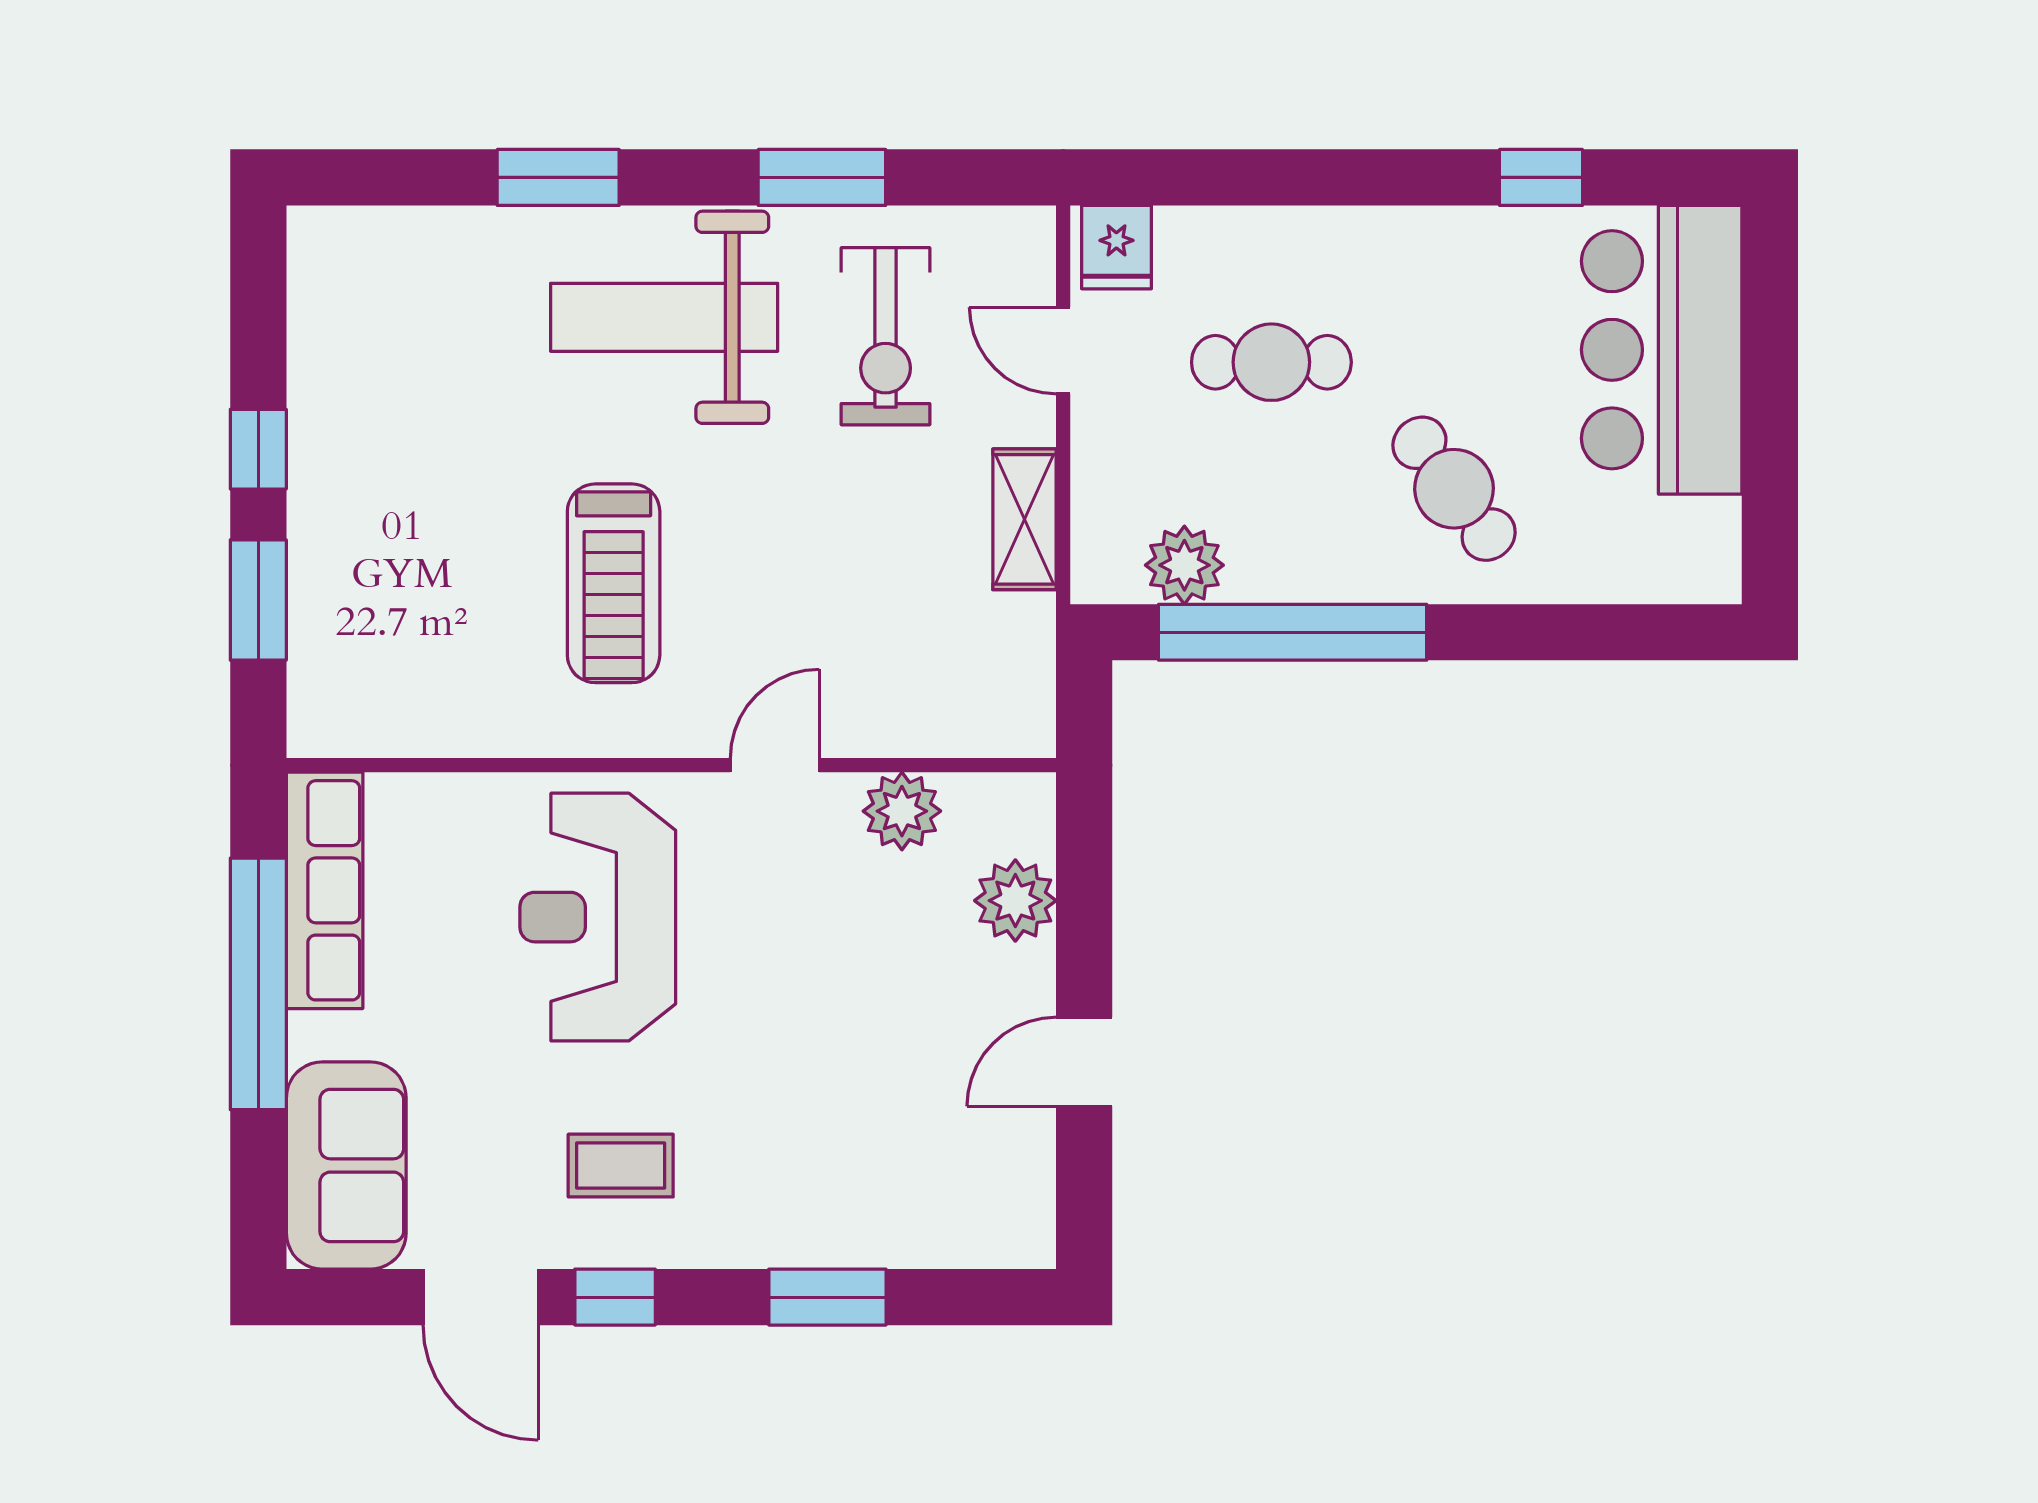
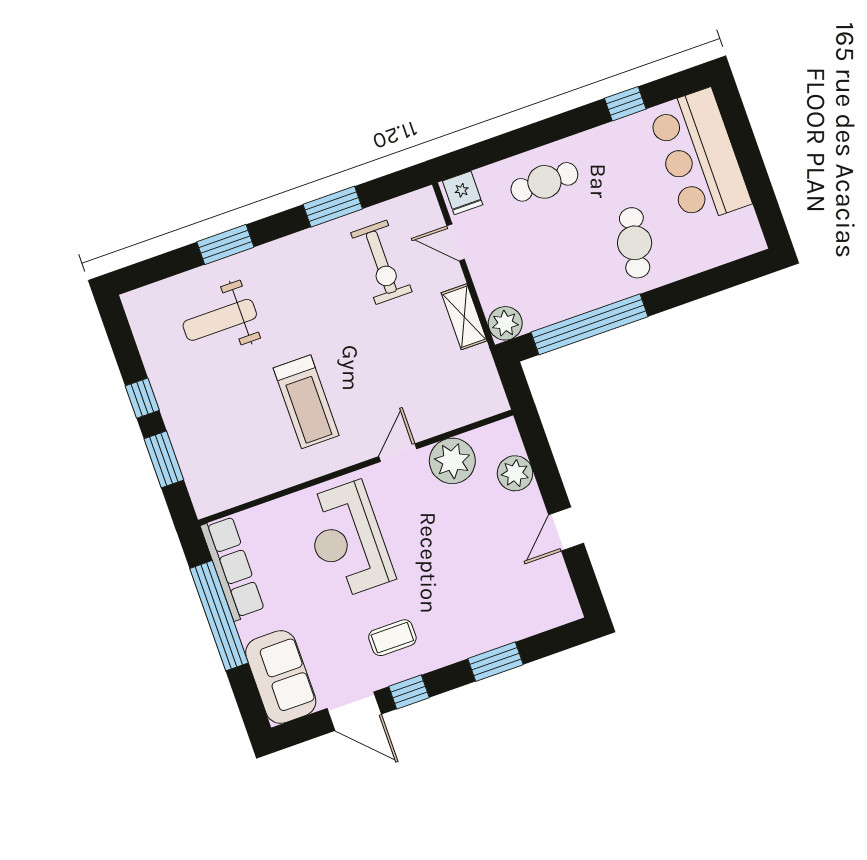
weight bench: (664, 317) -> (220, 320), moved, width x0.73, depth x0.75
cafe table: (1271, 362) -> (544, 182), moved
cafe table: (1454, 489) -> (635, 243), turned 49
plant: (1184, 565) -> (505, 323), moved
plant: (902, 811) -> (452, 461), width x1.36, depth x1.36

